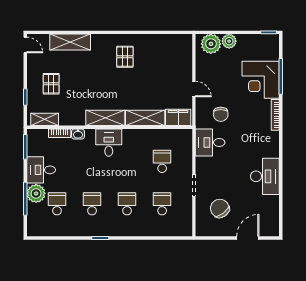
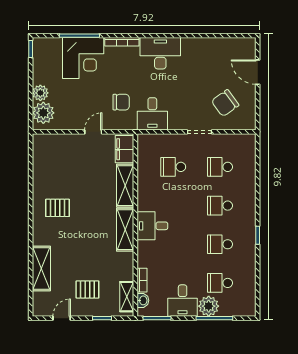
door: (25, 45) -> (62, 318), moved
washbasin: (78, 134) -> (143, 300), moved
desk: (265, 176) -> (160, 53), moved

